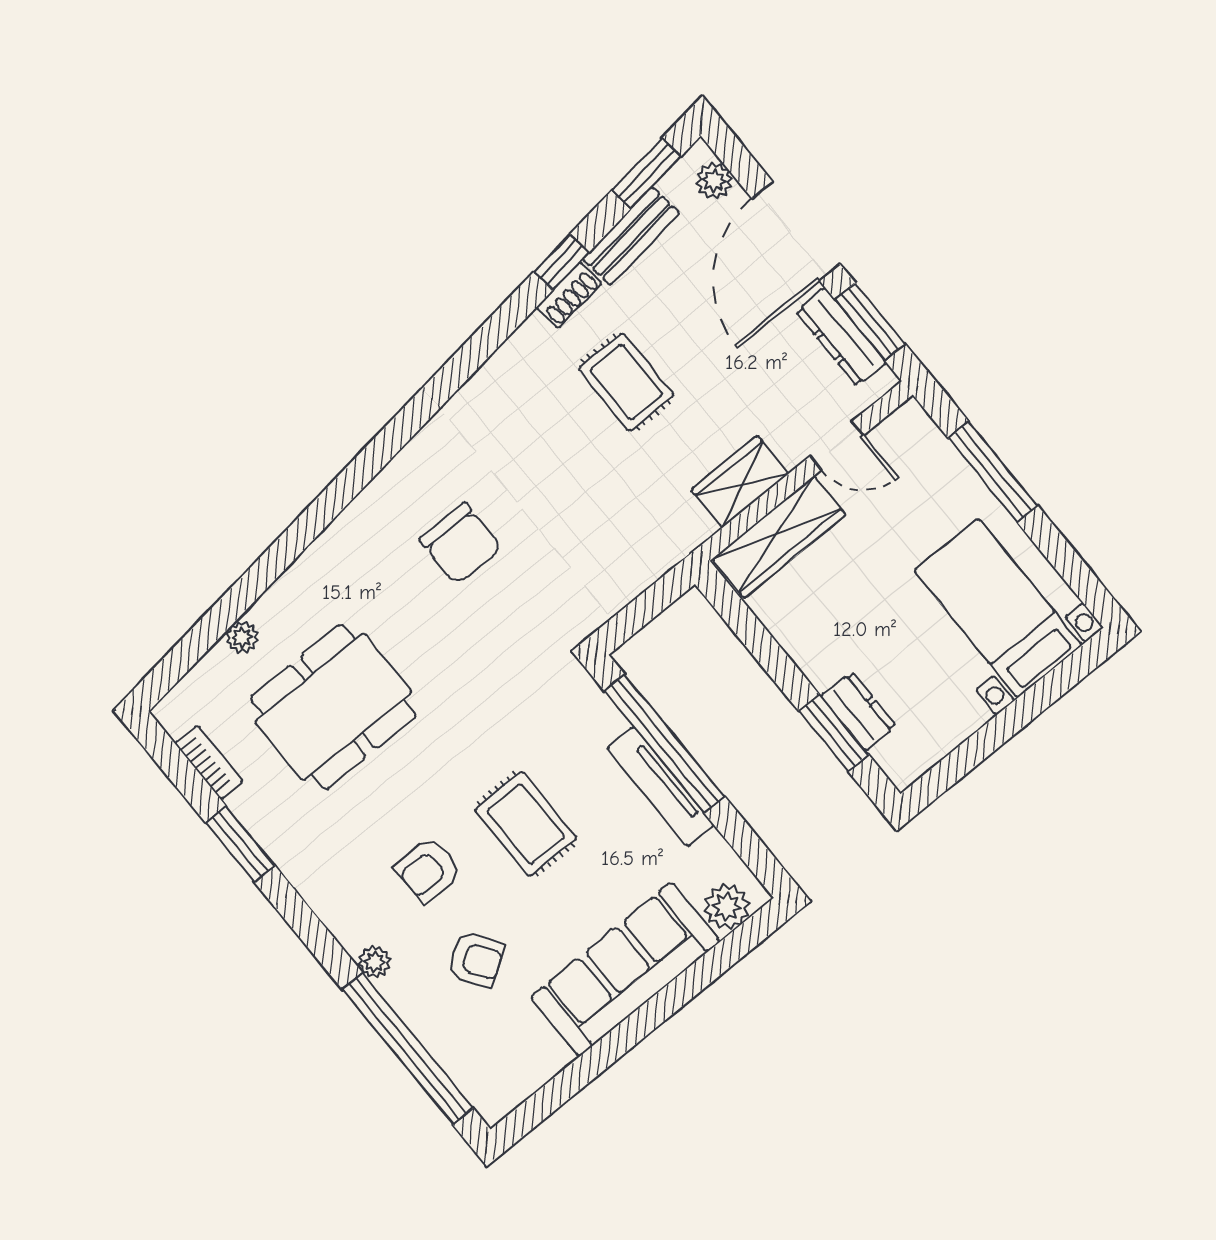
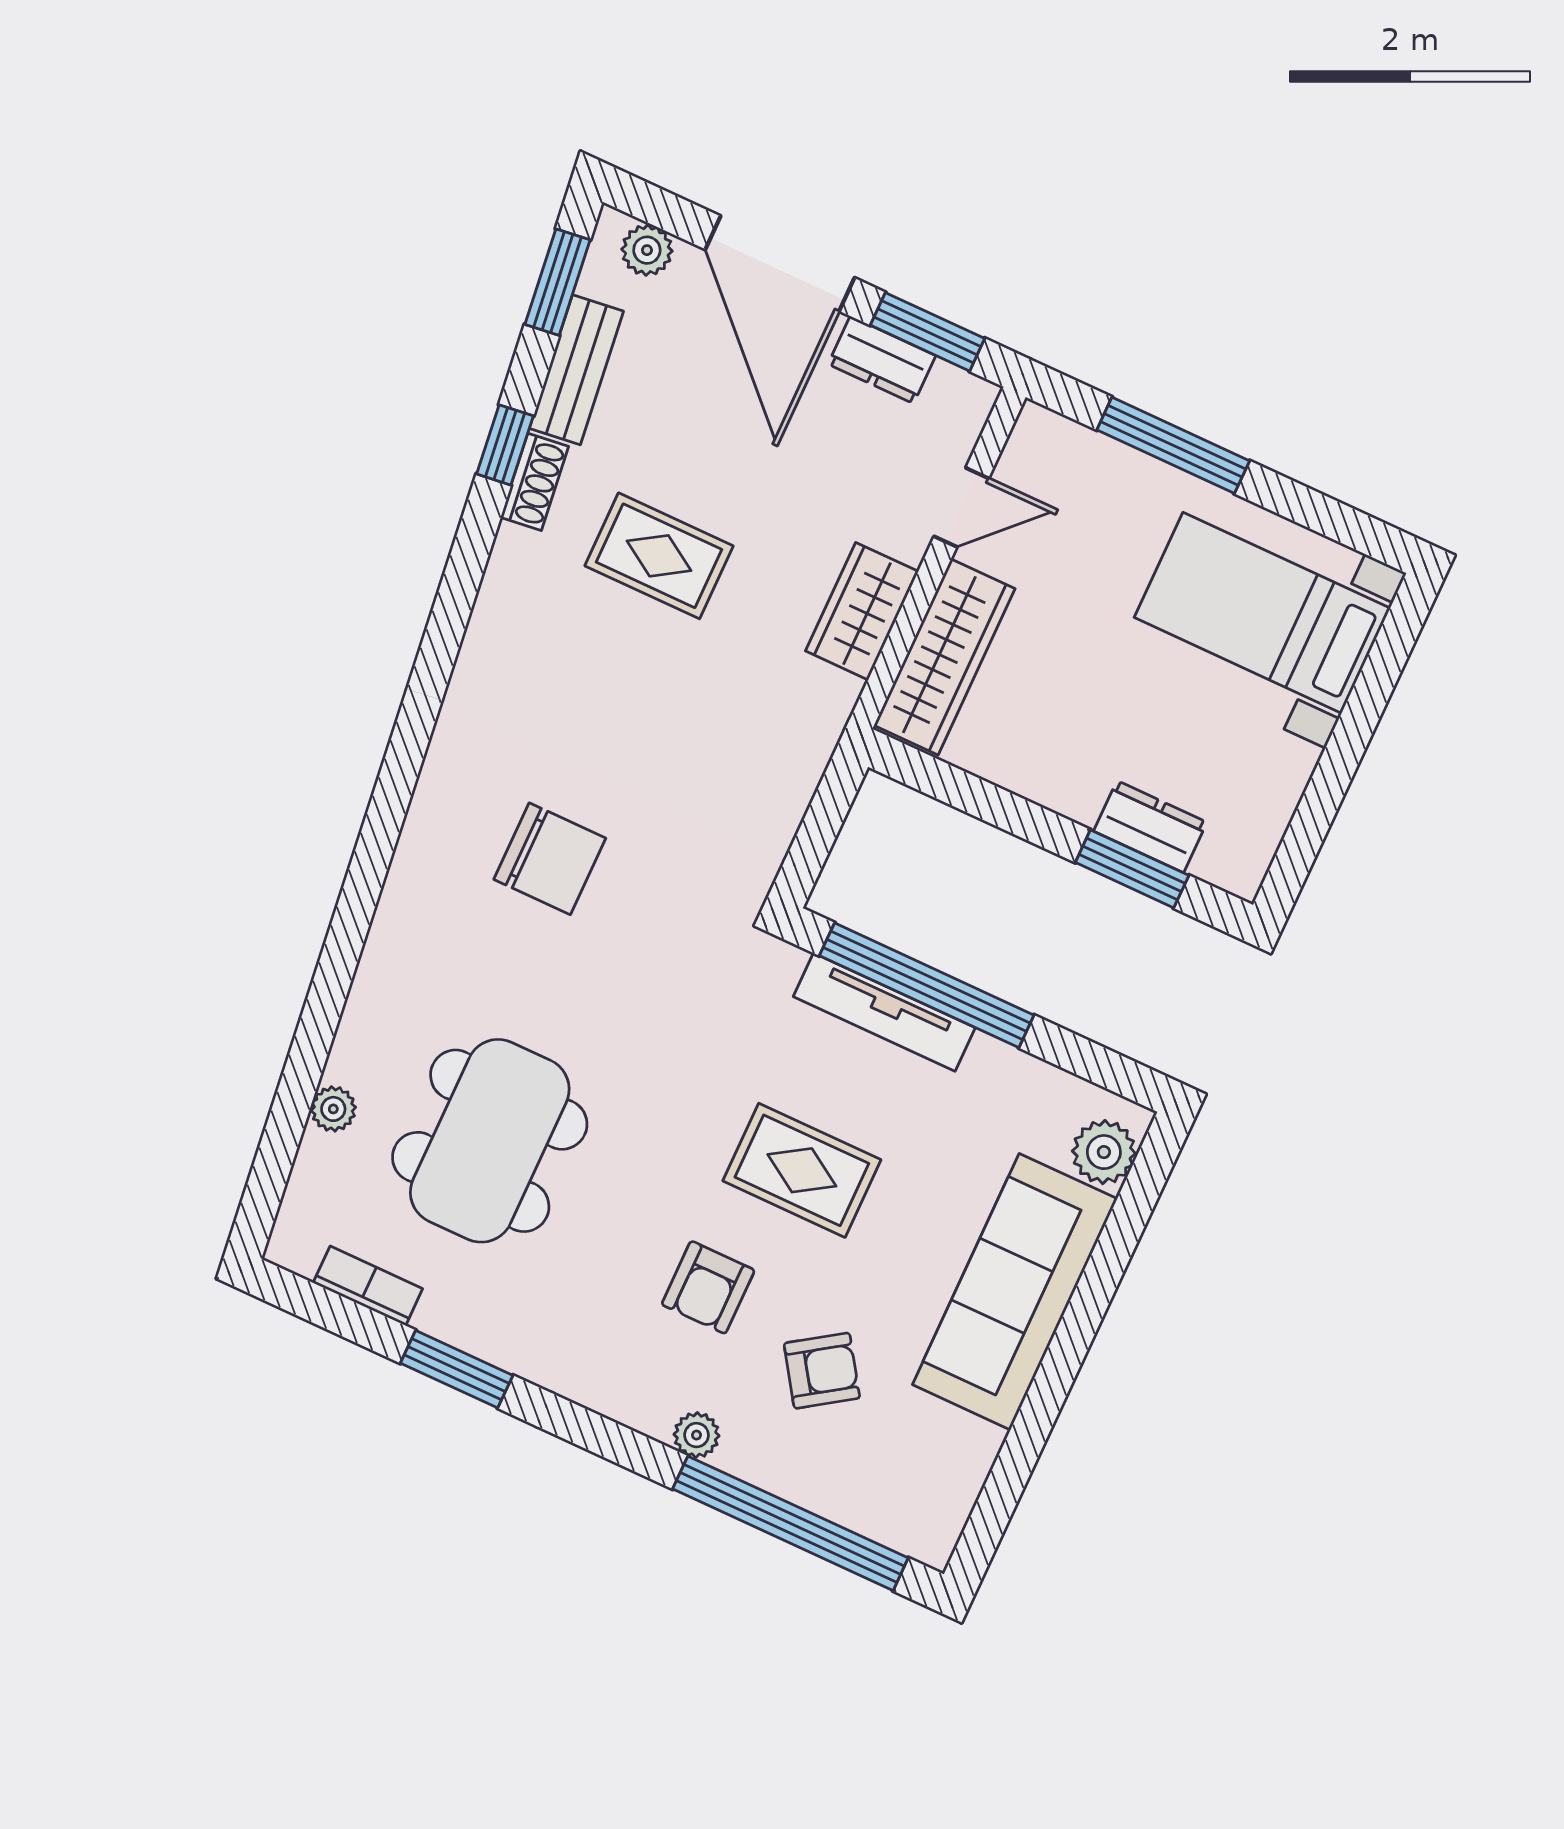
dresser: (841, 337) -> (882, 360), width x0.70
tv unit: (661, 787) -> (884, 1012), moved

